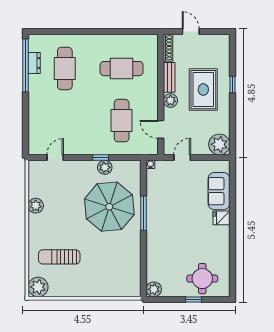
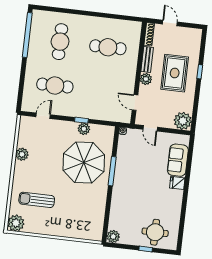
dresser: (34, 63) -> (35, 34), removed
cafe table: (122, 121) -> (55, 85), moved, turned 90
door: (182, 158) -> (150, 128), swing flipped

